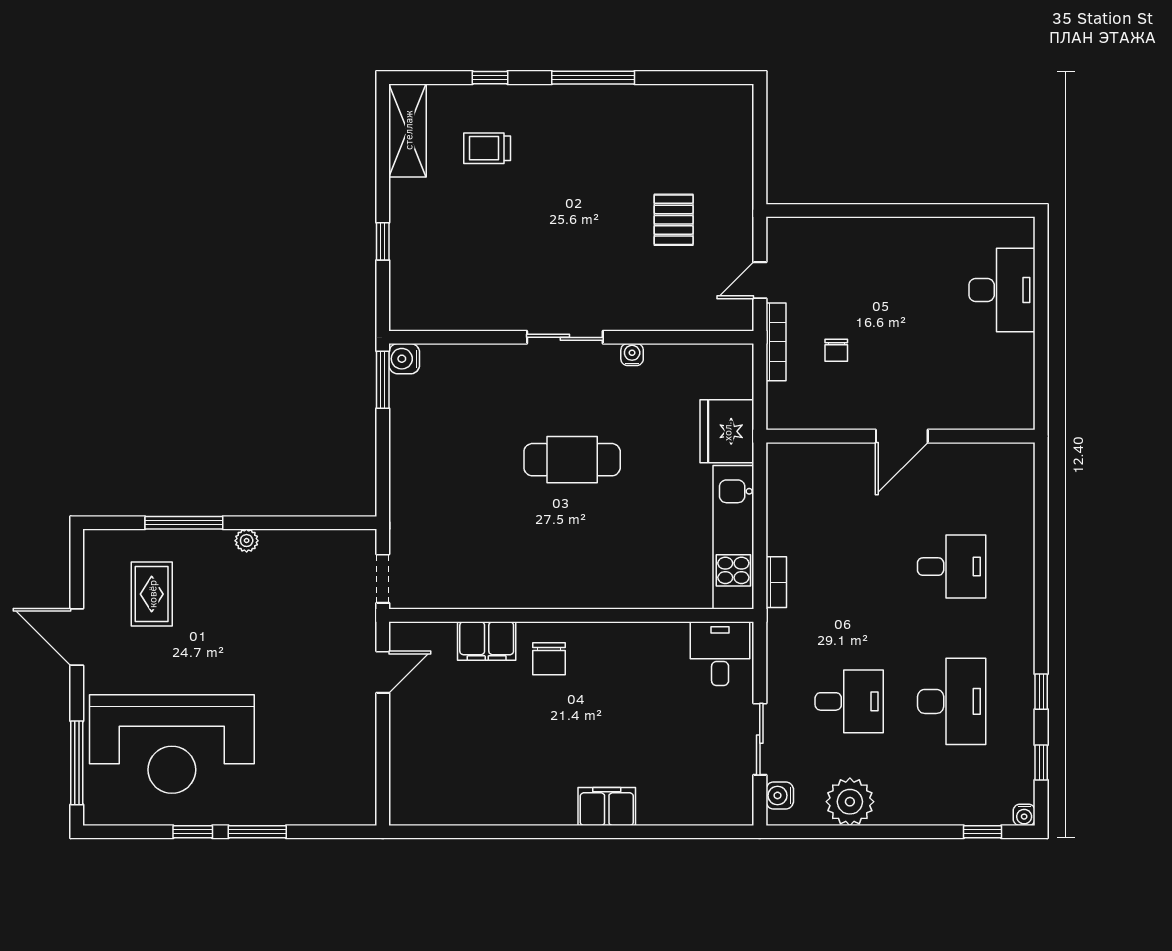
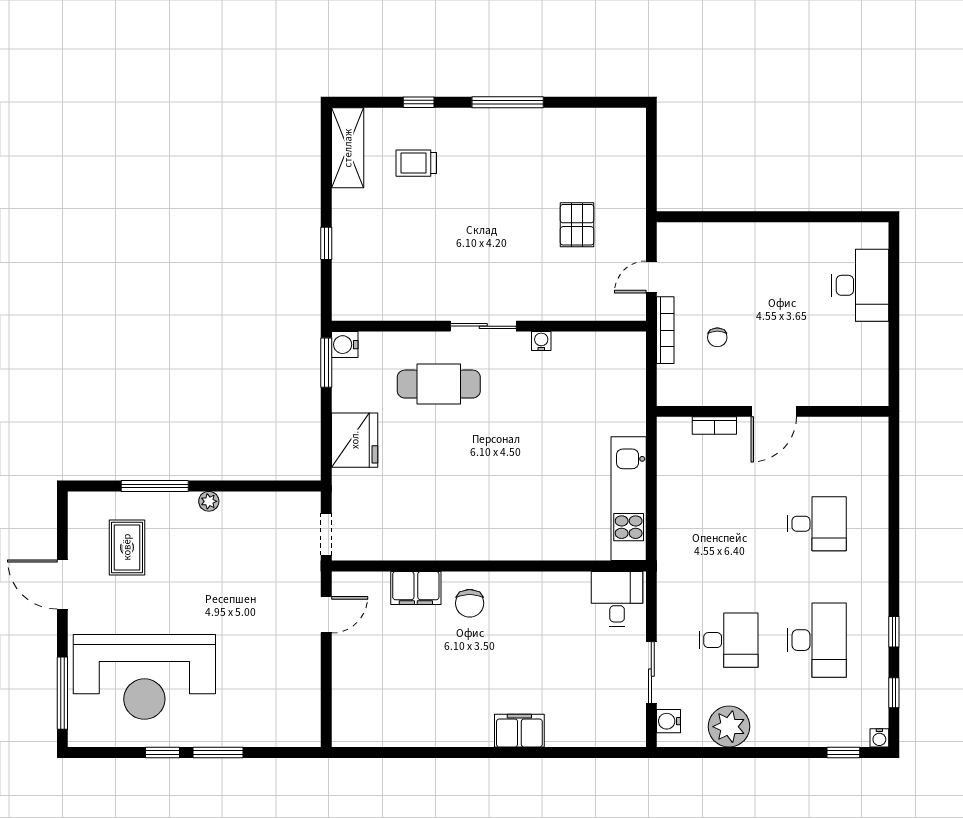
fridge: (727, 431) -> (355, 440), moved, turned 180
cafe table: (572, 460) -> (439, 384), moved
bookcase: (776, 582) -> (714, 425), moved, turned 90

